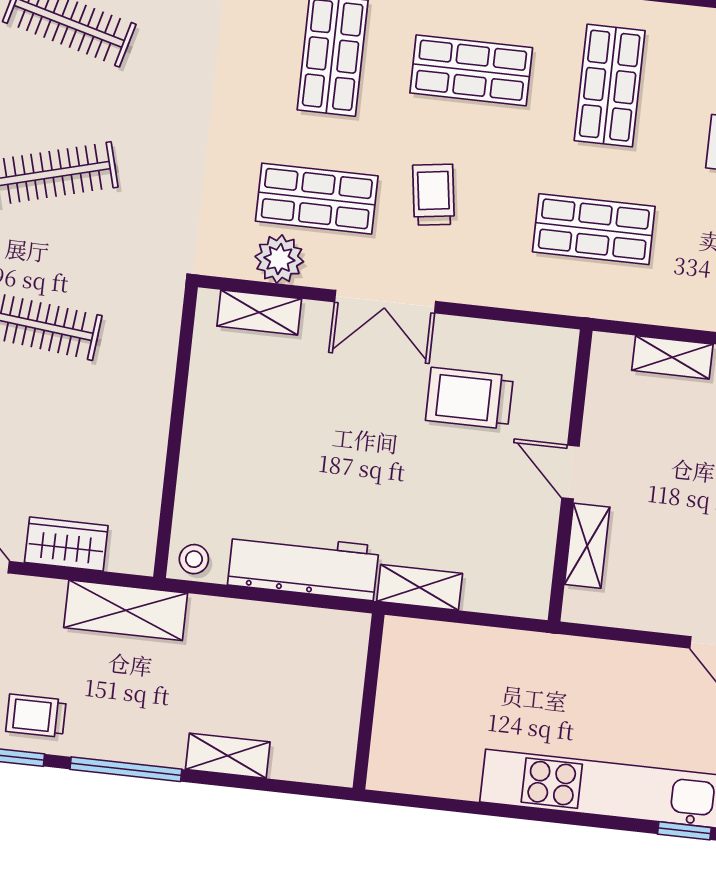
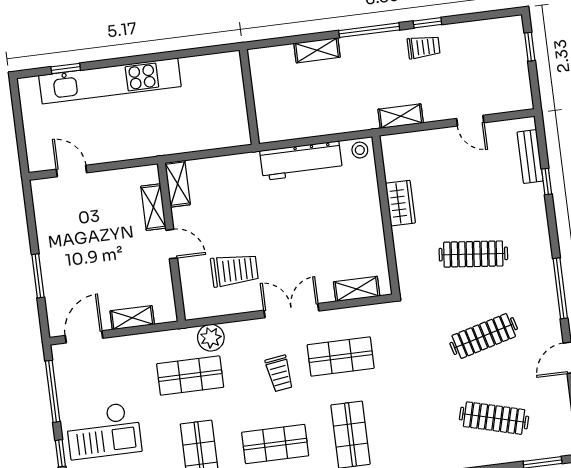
plant: (279, 259) -> (211, 338), moved
wardrobe: (66, 544) -> (400, 203), moved, turned -90
shelving: (420, 587) -> (178, 184), moved, turned 90
shelving: (126, 610) -> (401, 116), width x0.67, depth x0.75

